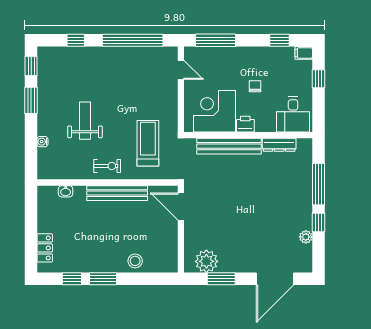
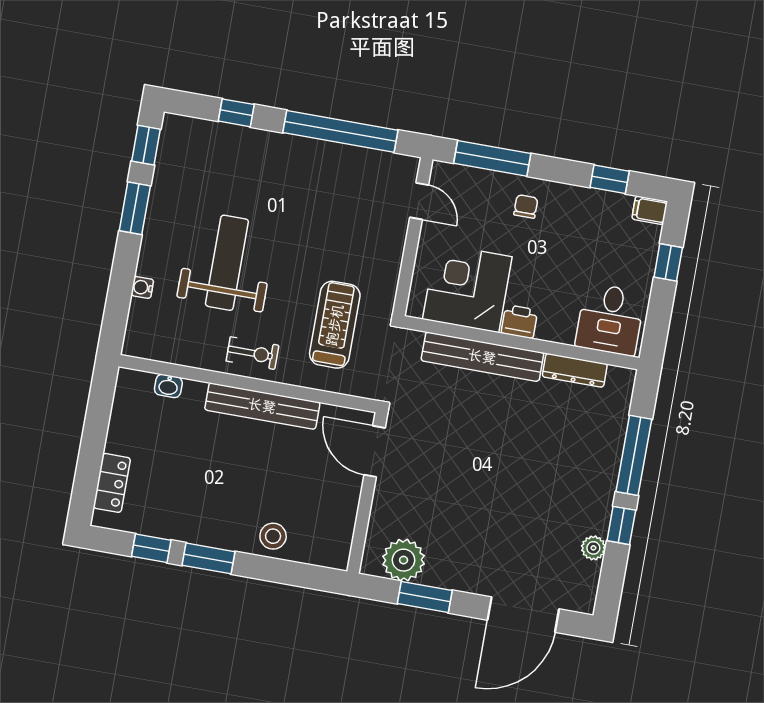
chair: (255, 86) -> (526, 206), moved
weight bench: (85, 121) -> (227, 263), width x1.36, depth x1.33

